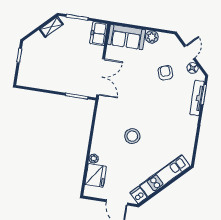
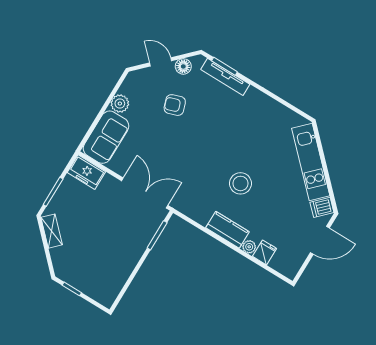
kitchen counter: (99, 140) -> (227, 230), added
fridge: (96, 175) -> (265, 252), width x0.53, depth x0.75

